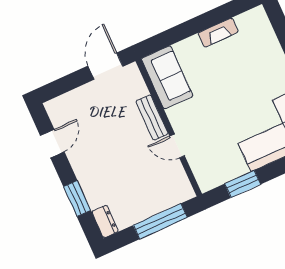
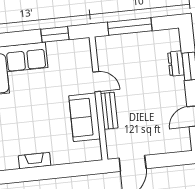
sofa: (167, 77) -> (85, 117), moved
dresser: (105, 222) -> (176, 64), moved

